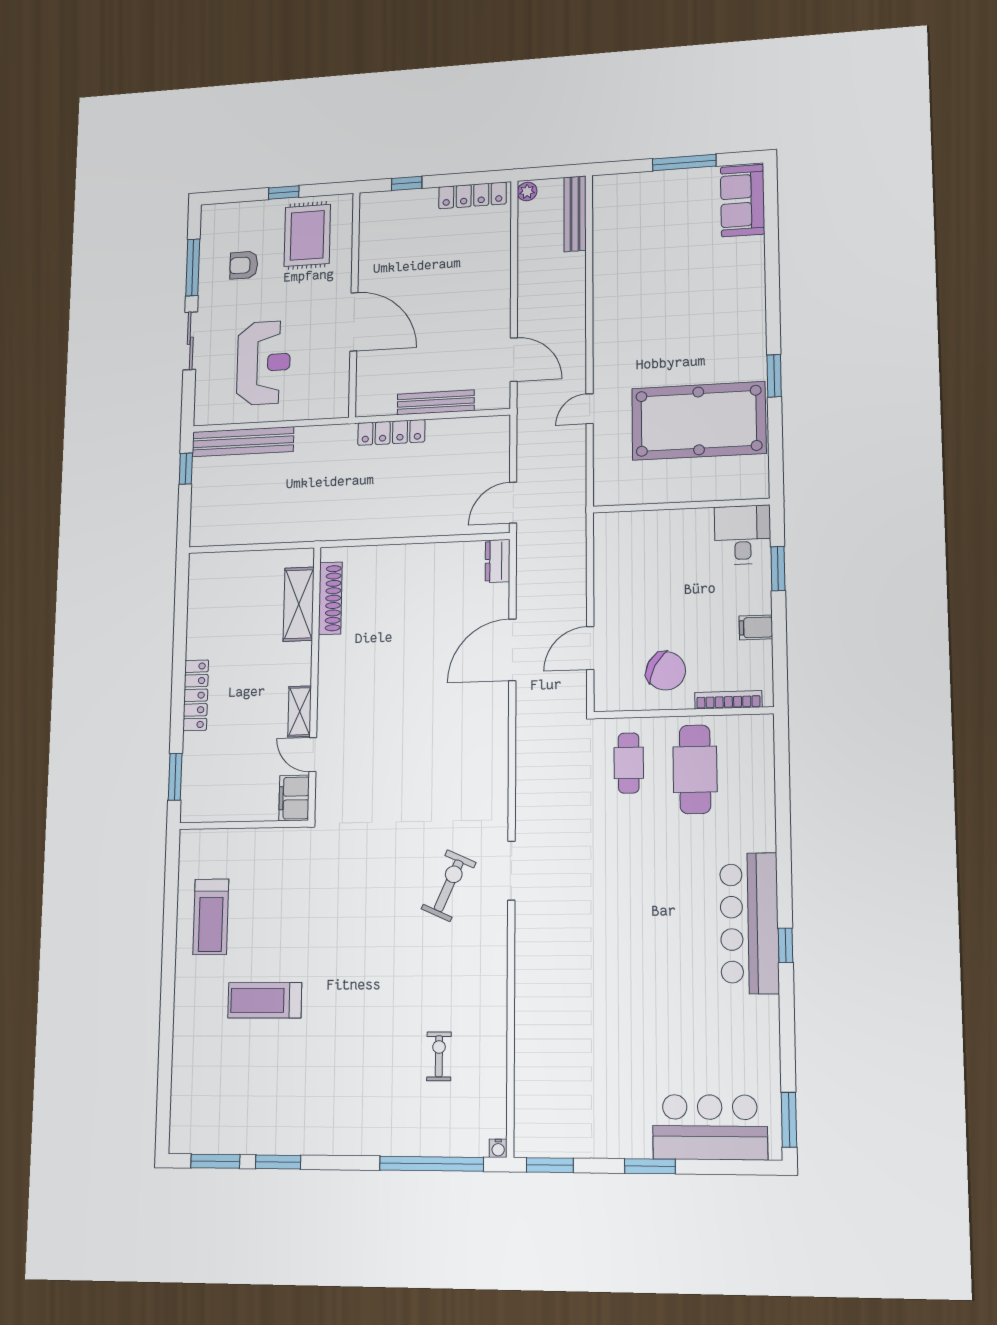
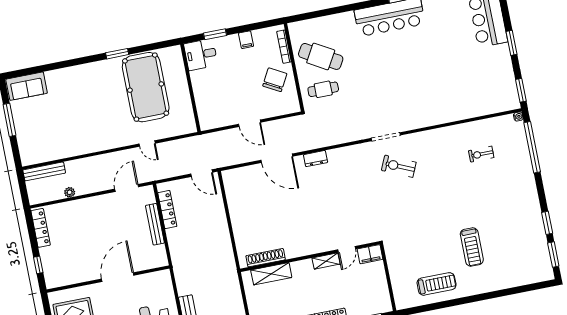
plant: (527, 192) -> (70, 192), moved
locker: (391, 432) -> (167, 210), moved
dresser: (498, 561) -> (316, 159), moved
door: (590, 648) -> (250, 123), moved
cafe table: (695, 769) -> (321, 56), turned 30

